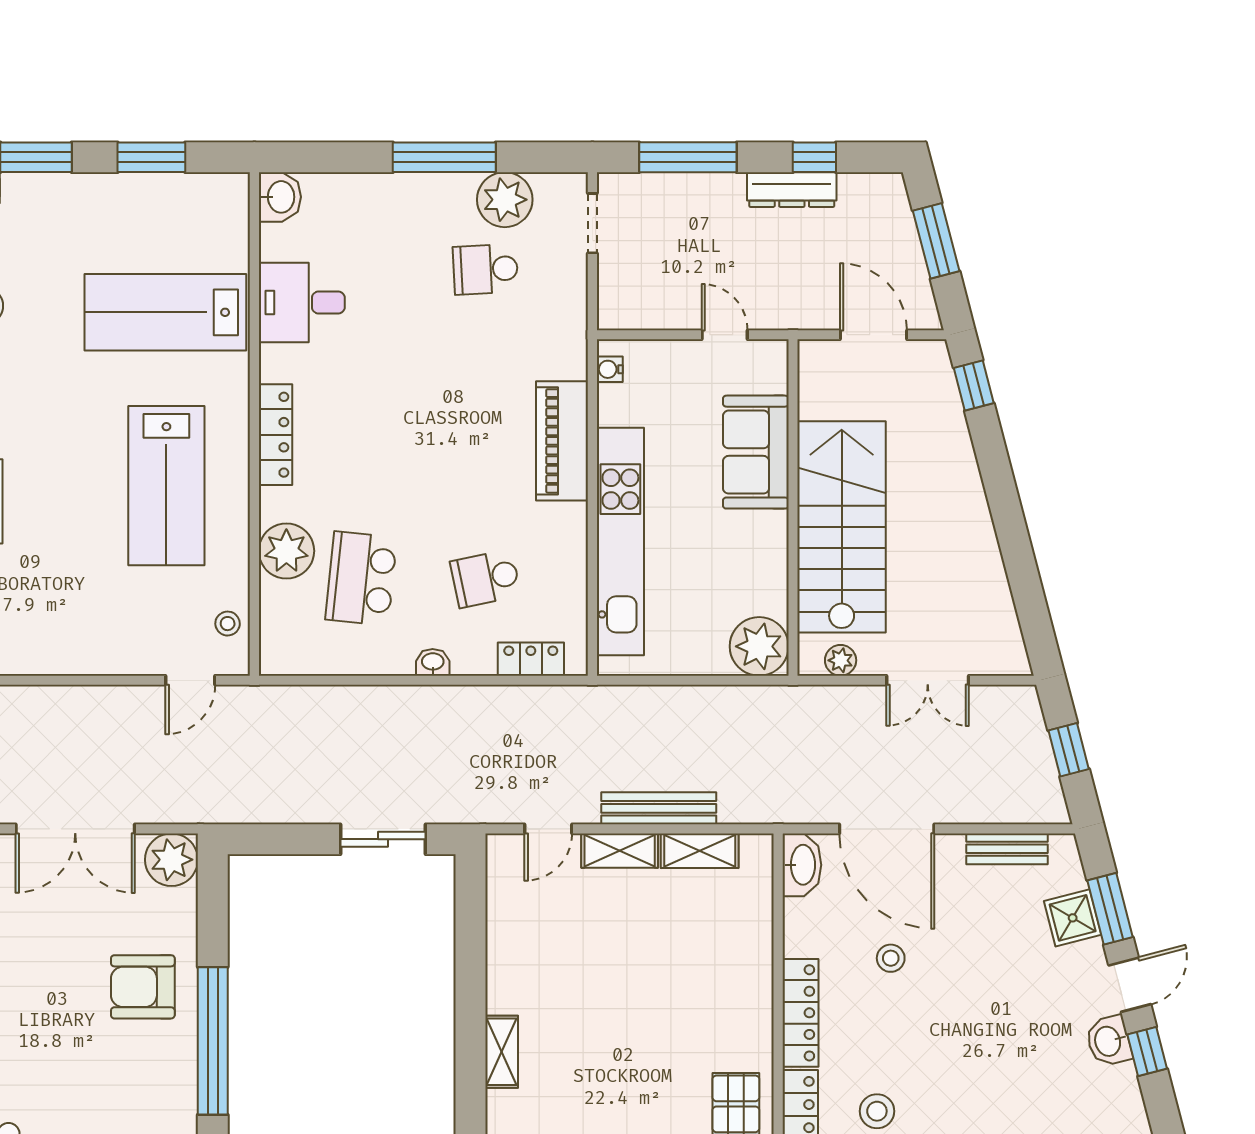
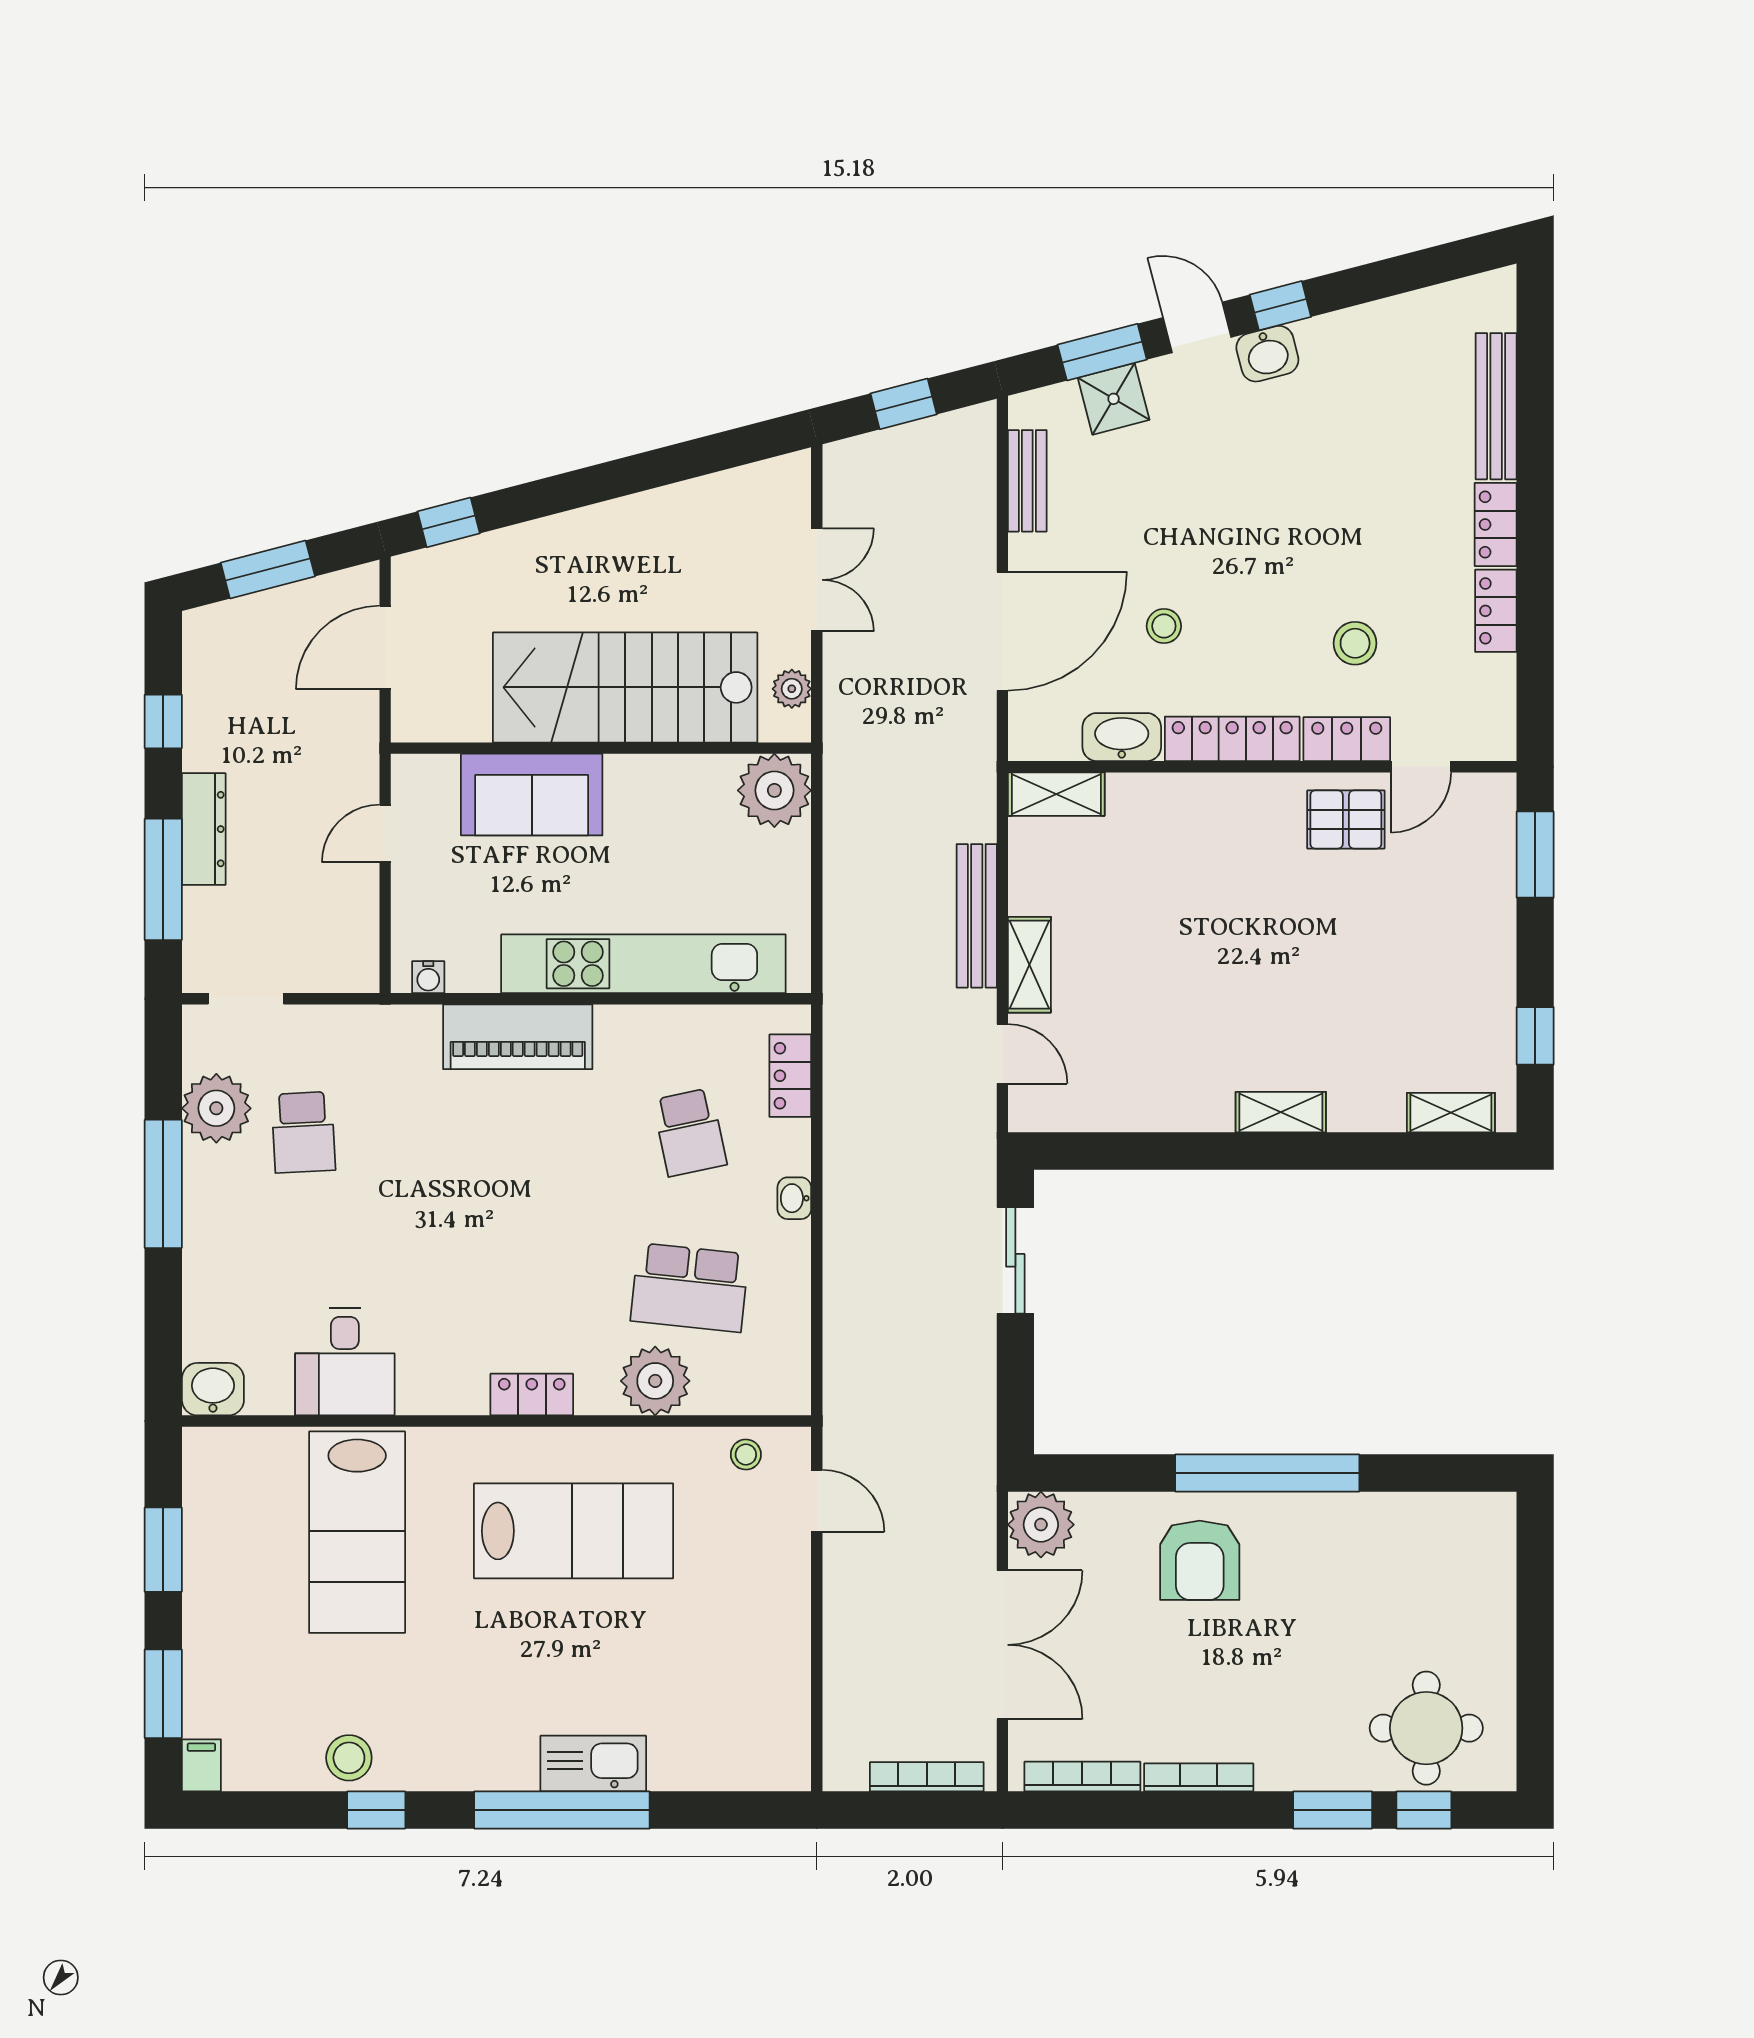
dresser: (792, 190) -> (204, 829), moved
locker: (276, 435) -> (532, 1395), width x0.66
shelving: (700, 851) -> (1056, 794), moved, turned 90
washbasin: (802, 865) -> (1122, 737), moved

